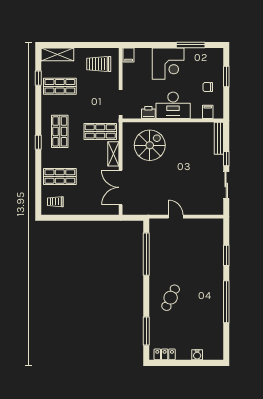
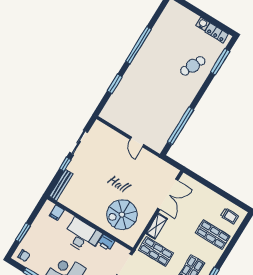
chair: (208, 87) -> (24, 256), moved
cafe table: (171, 298) -> (193, 66), moved
water cooler: (197, 355) -> (203, 24), moved

